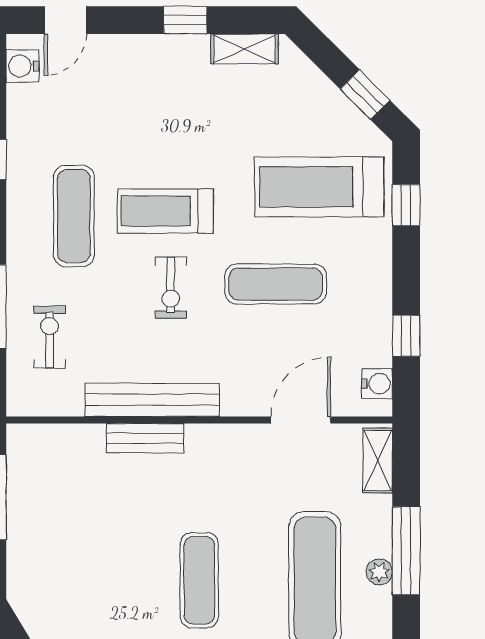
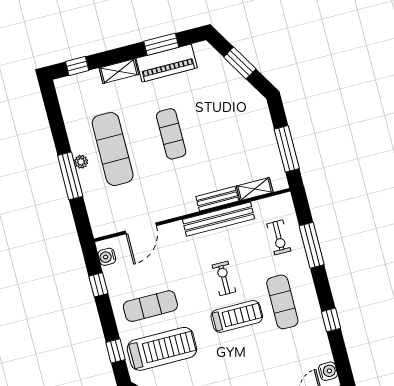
exercise mat: (276, 284) -> (150, 306), moved
shelving: (378, 460) -> (255, 189), moved, turned 90

